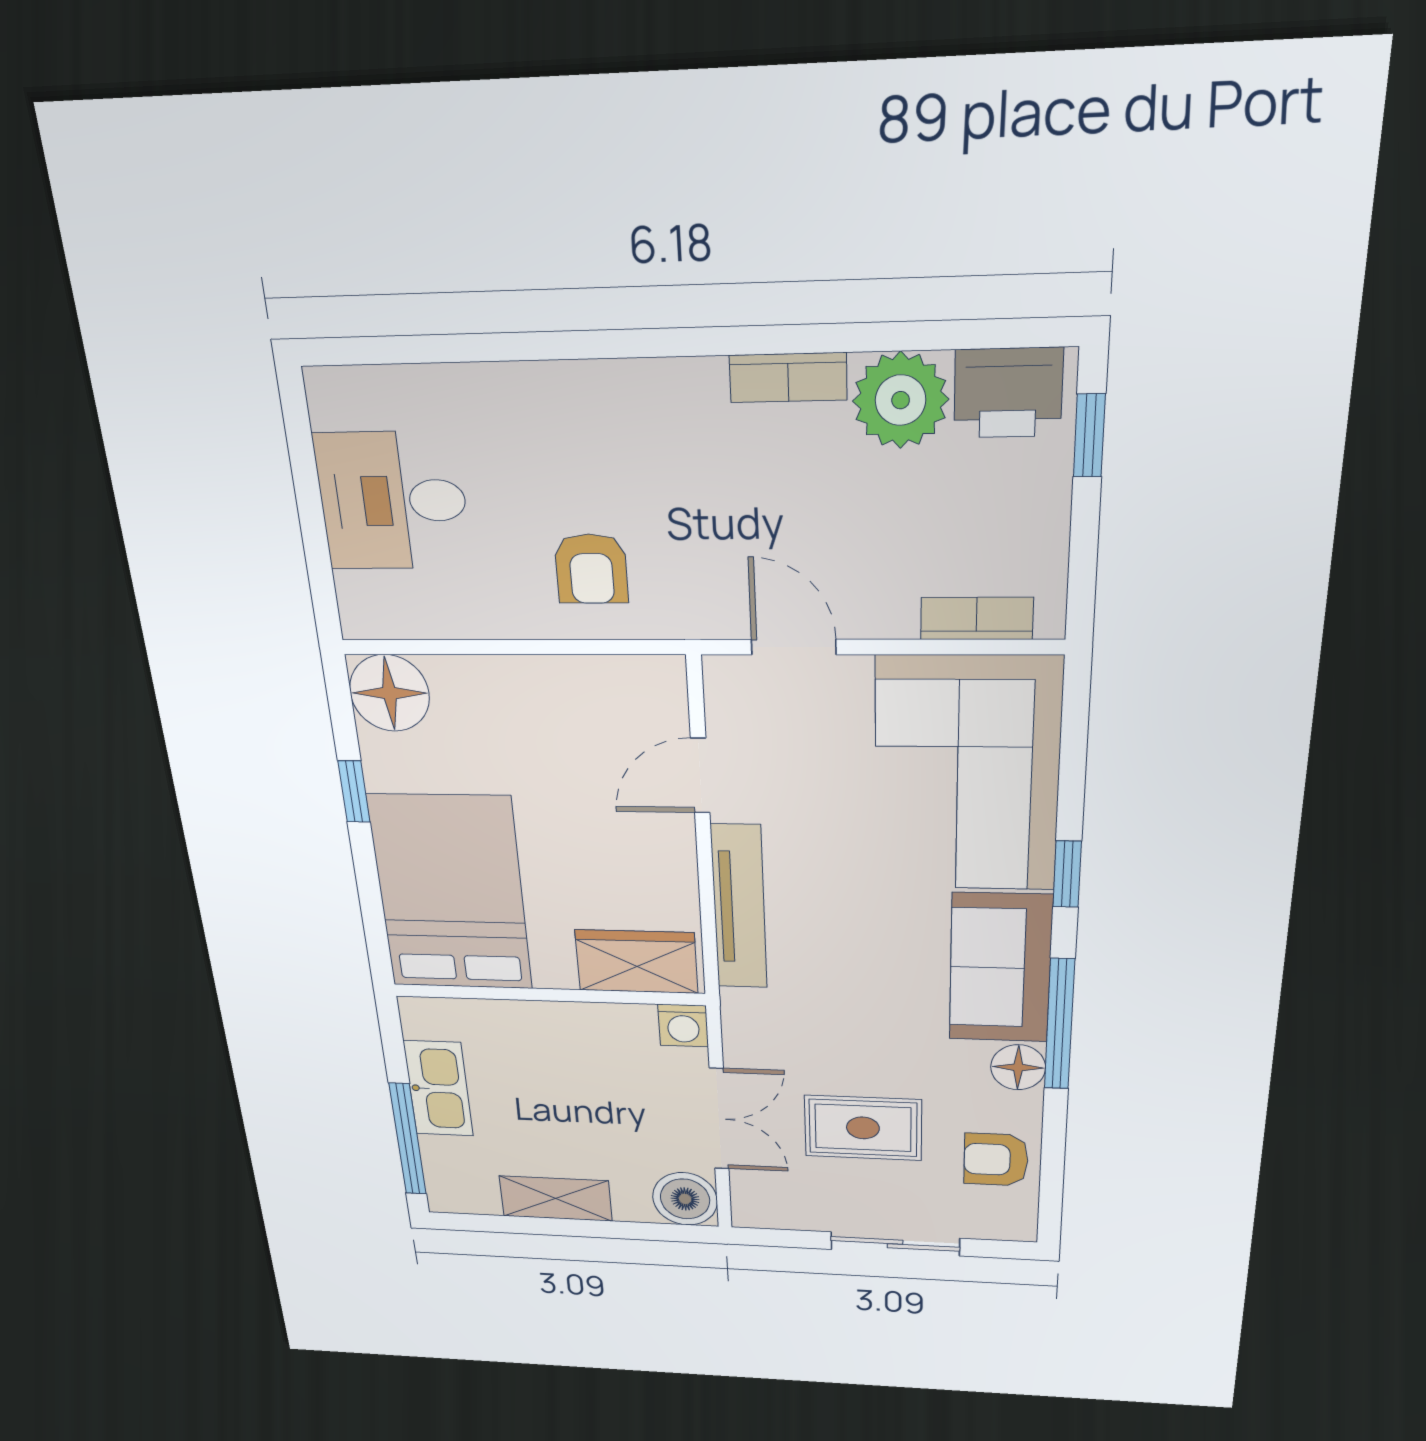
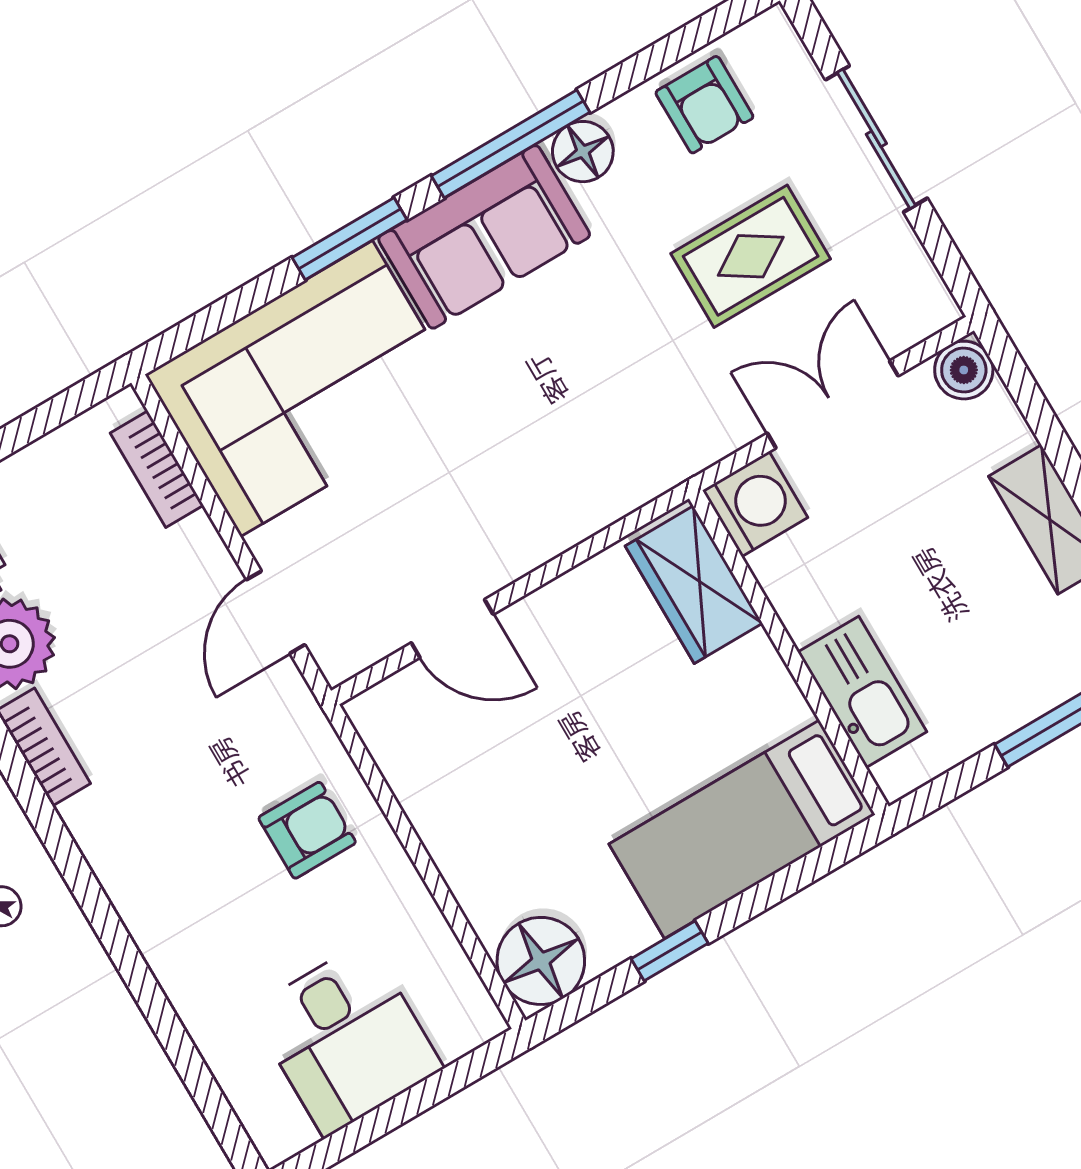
window: (1067, 874) -> (350, 239), width x1.50
bed: (451, 893) -> (742, 829), width x0.67
tv unit: (739, 907) -> (570, 518), removed
washing machine: (683, 1026) -> (755, 504), width x1.38, depth x1.38
kitchen sink: (438, 1089) -> (862, 692), moved, turned 90
rug: (863, 1128) -> (751, 256), turned 90
boiler: (685, 1199) -> (964, 370), width x0.73, depth x0.73

